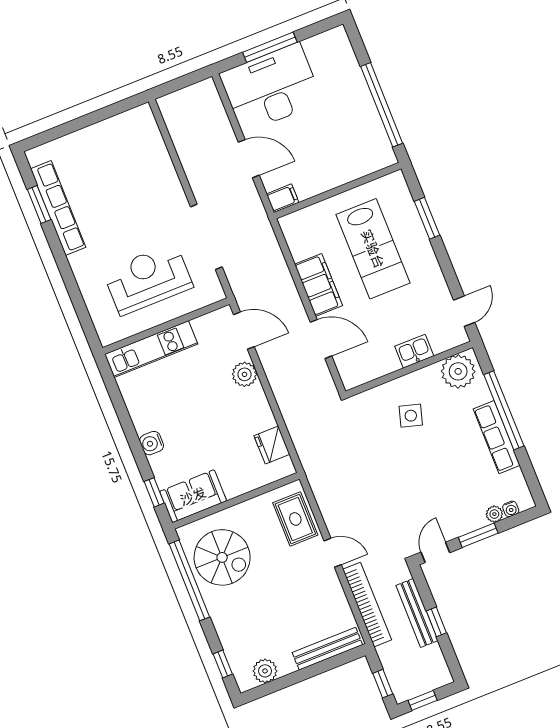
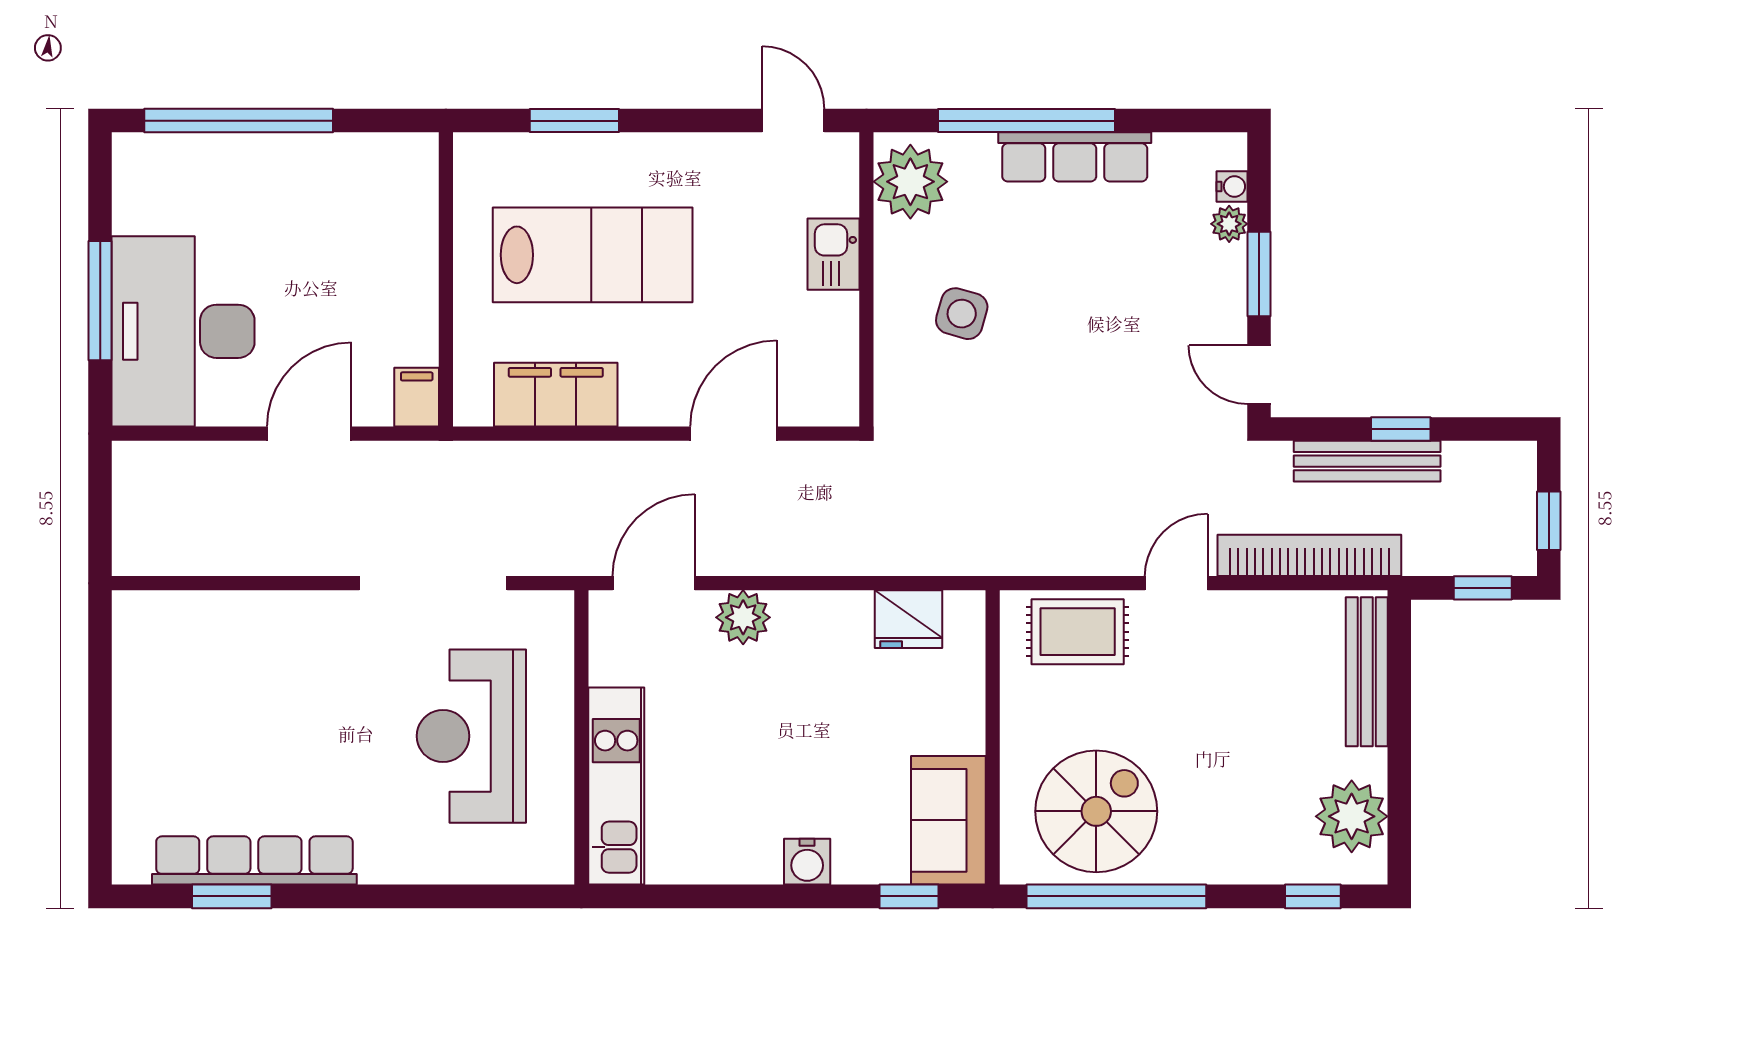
window: (382, 105) -> (239, 121), moved
filing cabinet: (319, 285) -> (556, 395), moved
plant: (265, 671) -> (1352, 816), width x1.36, depth x1.36

